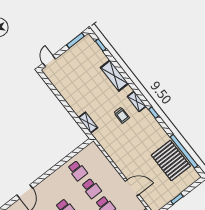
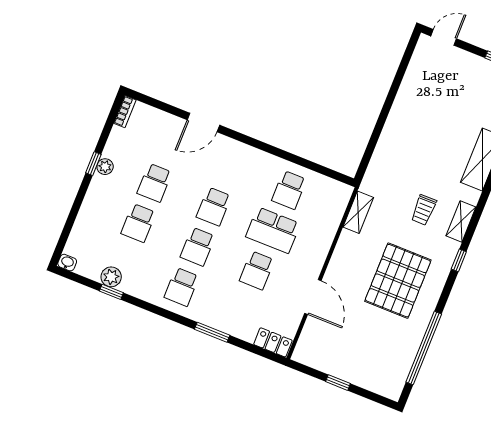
shelving: (88, 123) -> (358, 212), moved
pallet: (171, 161) -> (398, 281), moved
school desk: (91, 188) -> (273, 230), width x1.85

